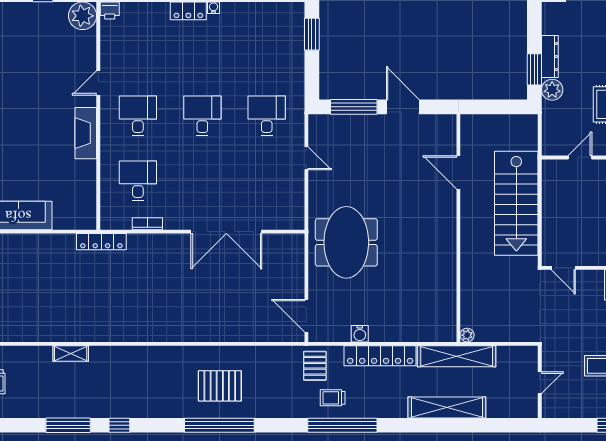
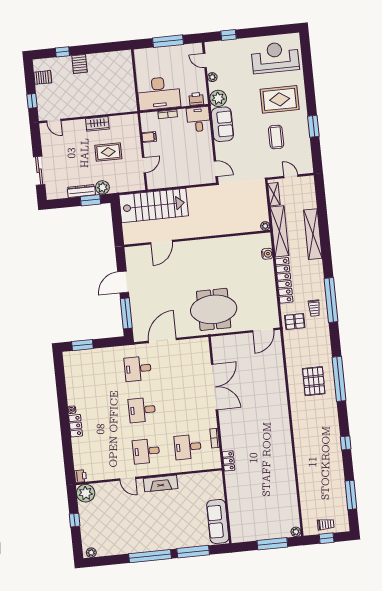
door: (580, 157) -> (144, 165), swing flipped
door: (306, 158) -> (162, 340), width x1.88
stairs: (516, 203) -> (154, 205), moved
locker: (101, 242) -> (229, 461), width x0.66
door: (563, 268) -> (216, 169), hinge flipped
water cooler: (360, 334) -> (267, 254), moved
shelving: (71, 354) -> (274, 194), moved
window: (68, 425) -> (351, 495), moved

